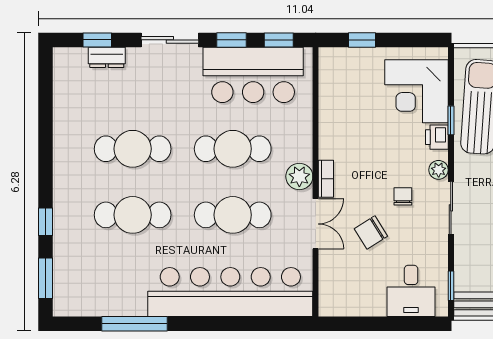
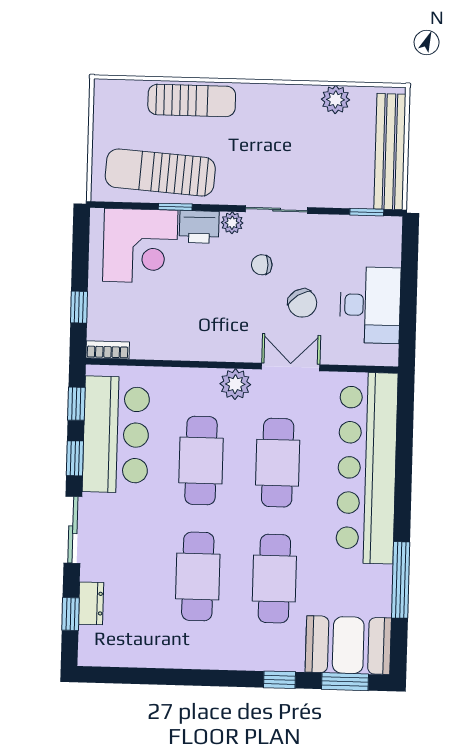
printer: (437, 137) -> (199, 227), width x1.36, depth x1.24
bookcase: (326, 179) -> (108, 350), moved
booth: (77, 280) -> (348, 645), added
desk: (411, 291) -> (370, 305), moved, width x1.37

